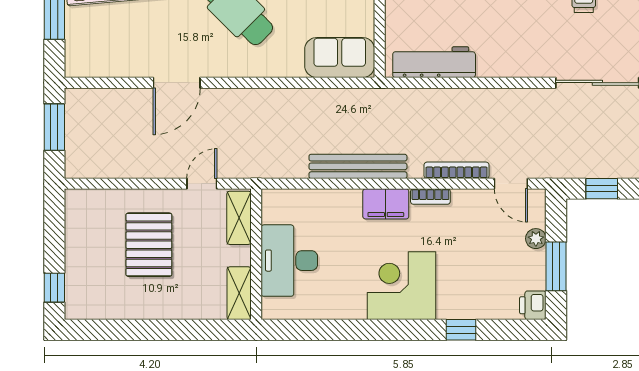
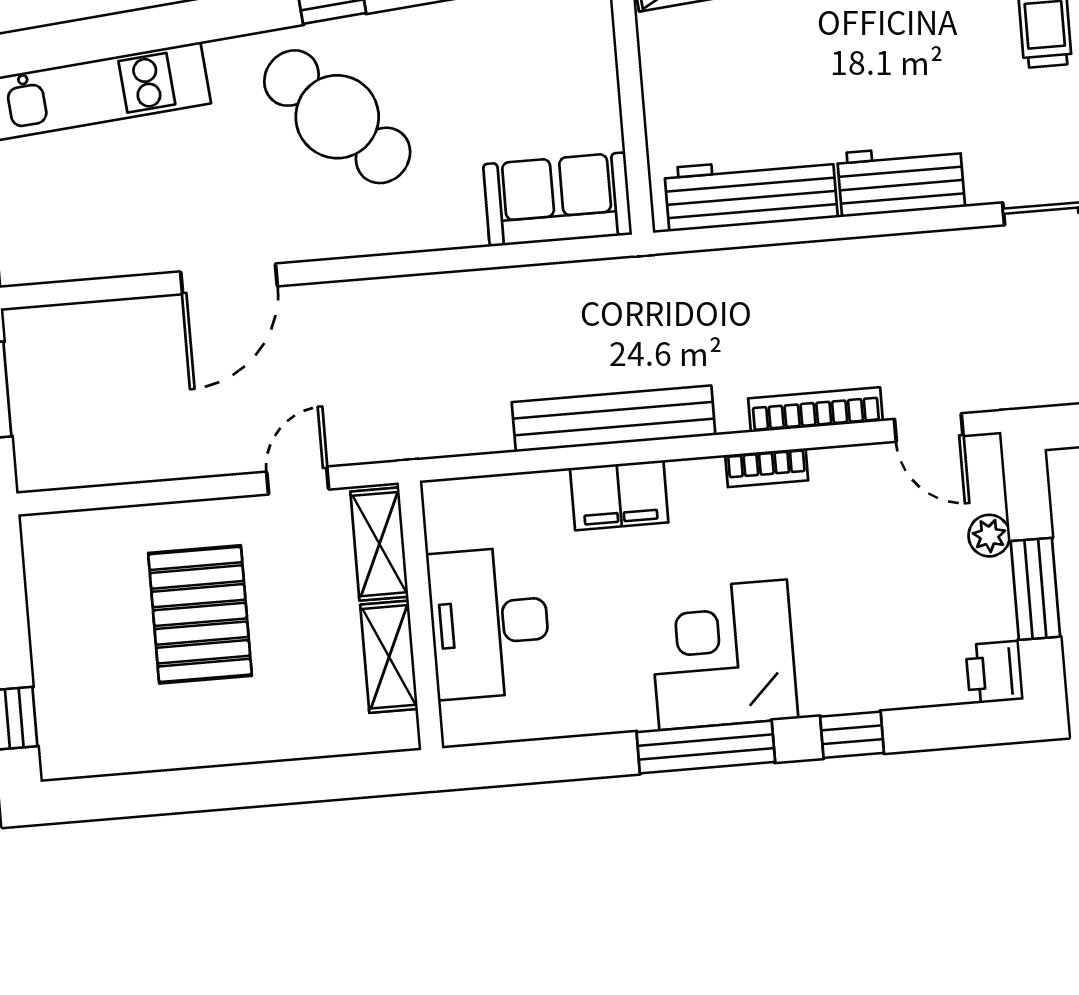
workbench: (507, 62) -> (901, 180), added
filing cabinet: (386, 204) -> (619, 495), moved
shelving: (239, 293) -> (389, 657), moved
window: (389, 330) -> (706, 747), added

